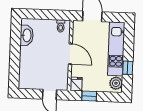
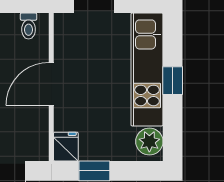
door: (70, 54) -> (51, 84), swing flipped
window: (128, 68) -> (173, 81), moved

